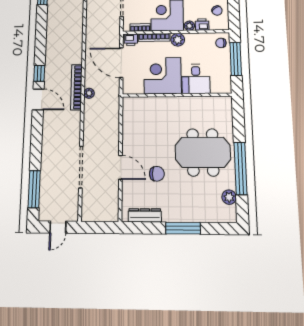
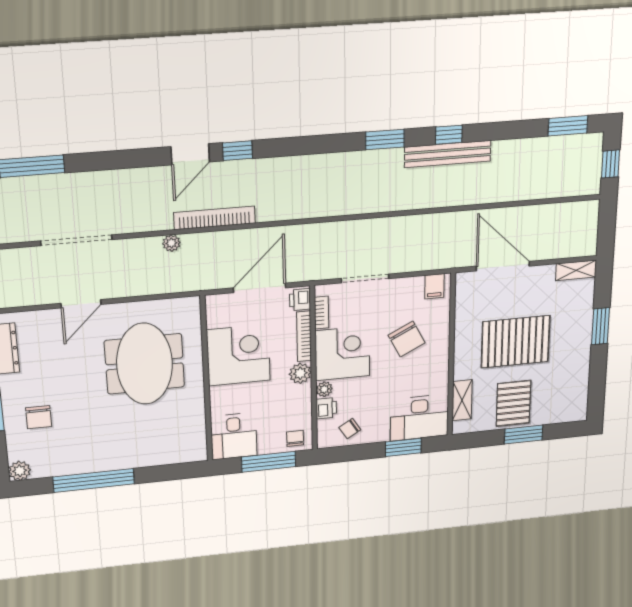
desk: (196, 79) -> (234, 436), moved, turned -90
plant: (89, 93) -> (171, 243), moved
meeting table: (203, 152) -> (145, 364), moved
chair: (157, 174) -> (39, 417), moved
plant: (229, 197) -> (20, 471), moved

